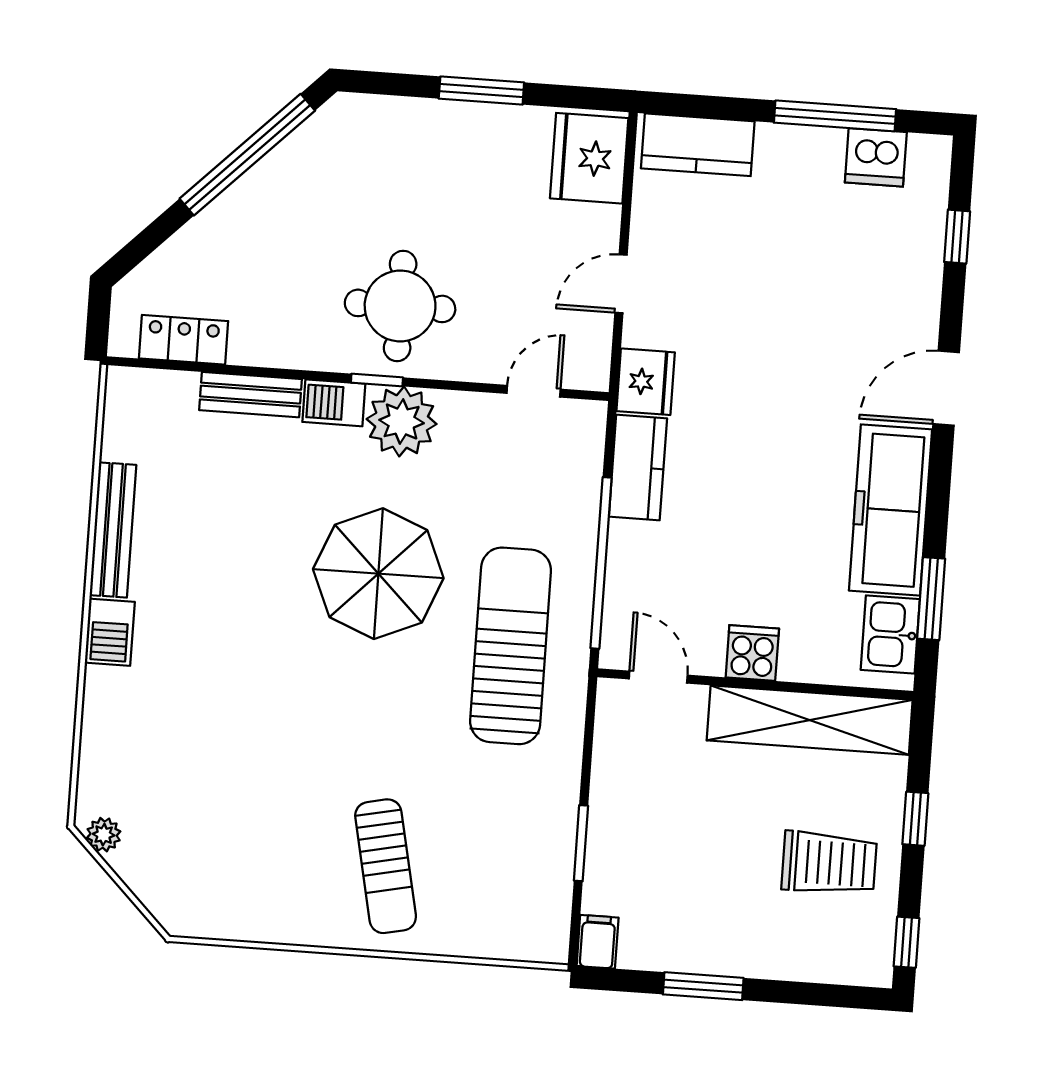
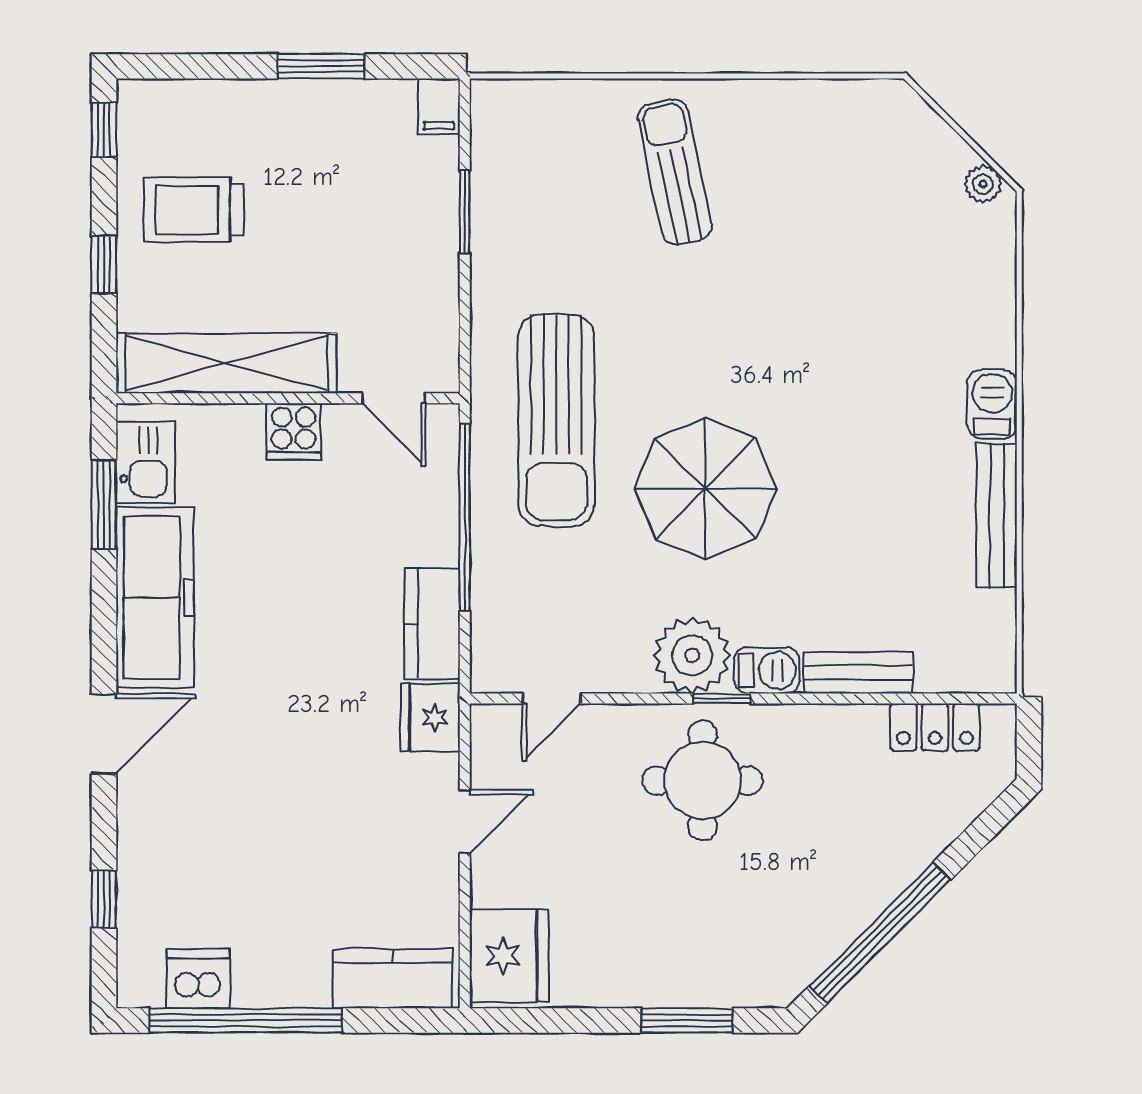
window: (481, 91) -> (687, 1021), moved
window: (835, 116) -> (246, 1021), width x1.46

